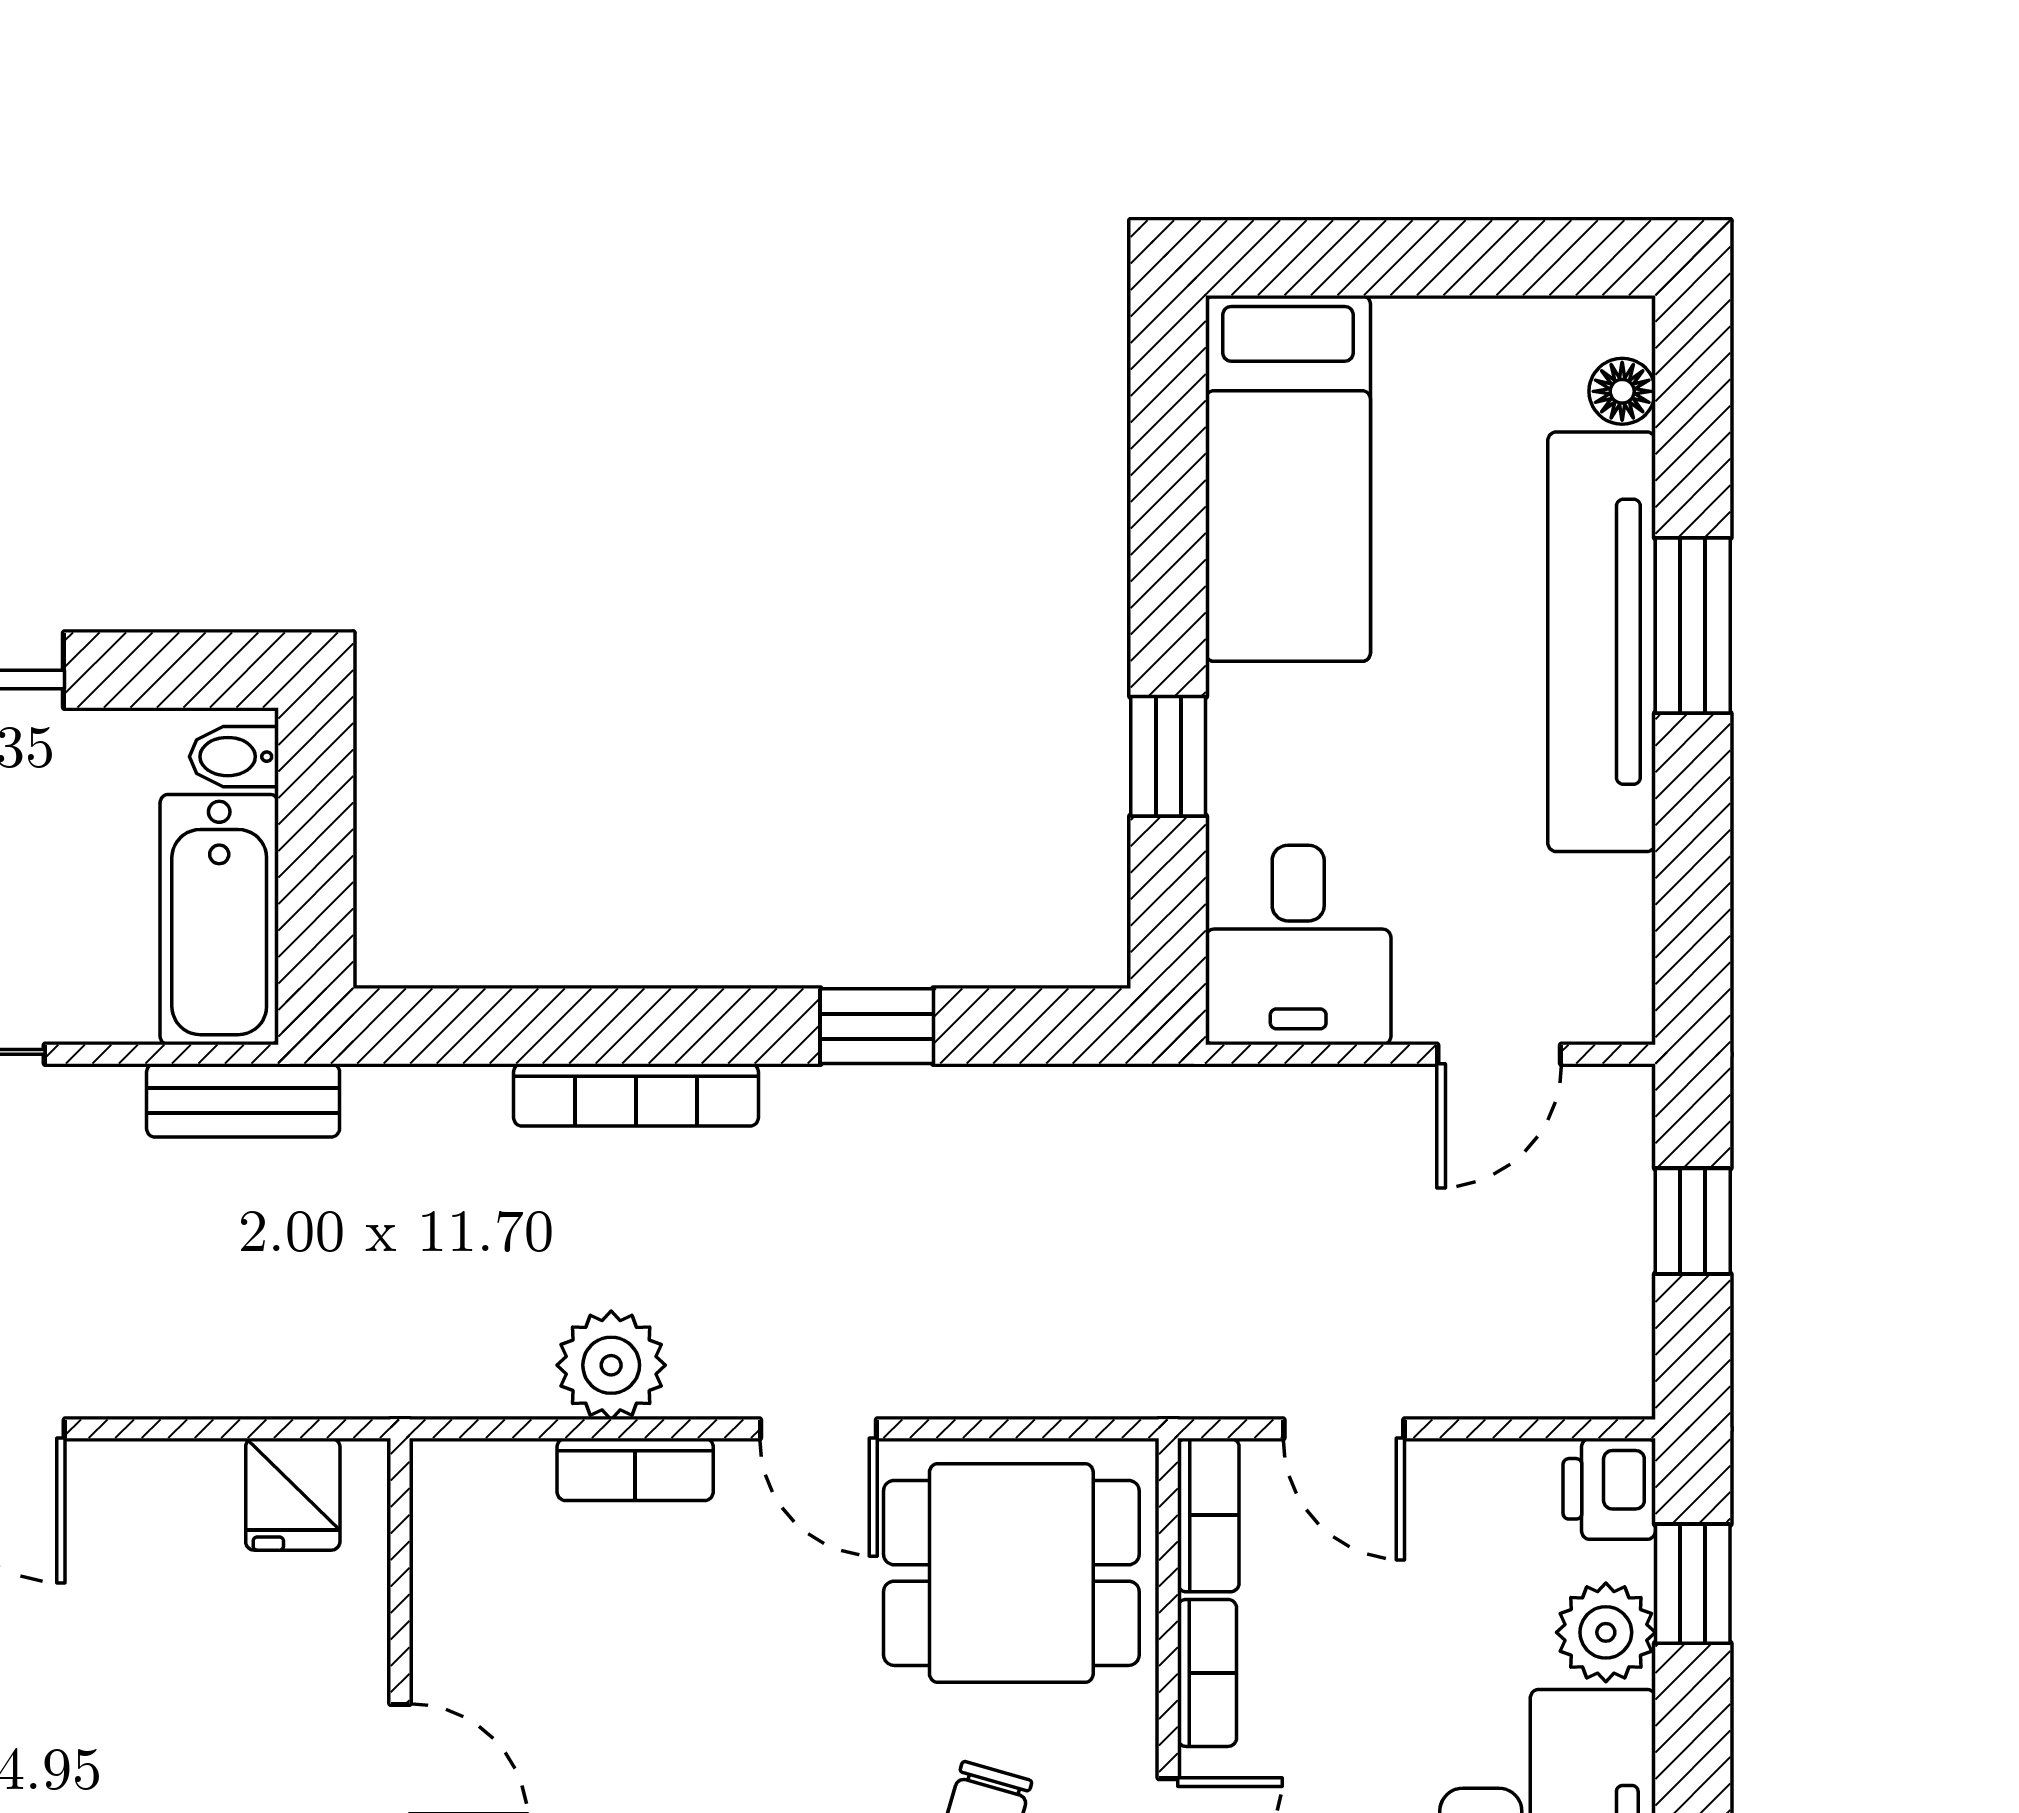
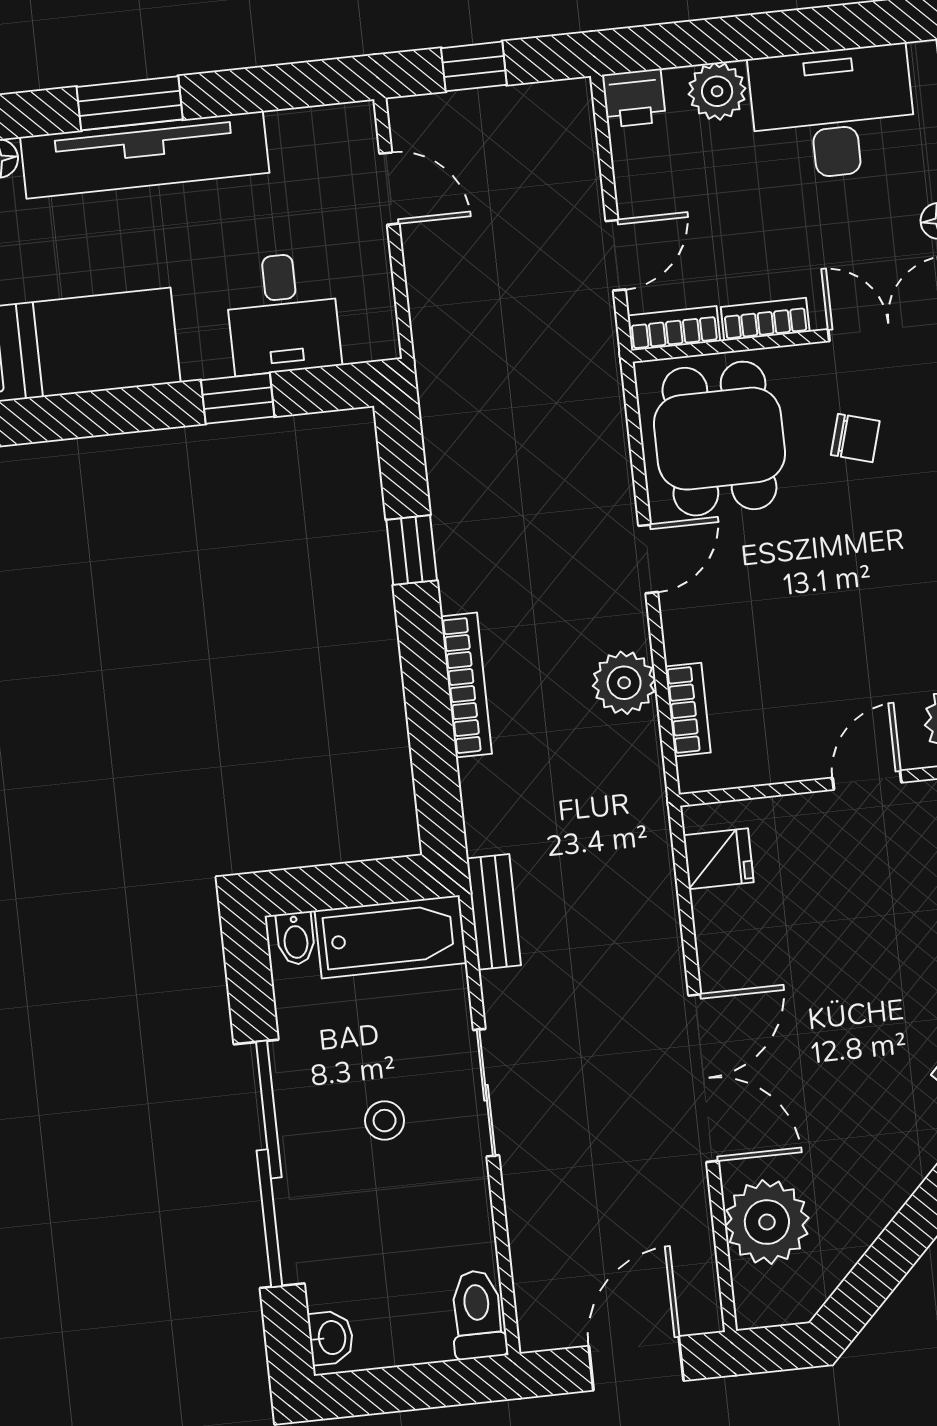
desk: (1298, 945) -> (283, 313), moved, turned 90
bookcase: (635, 1469) -> (688, 710), moved
window: (1693, 1584) -> (684, 44), removed

